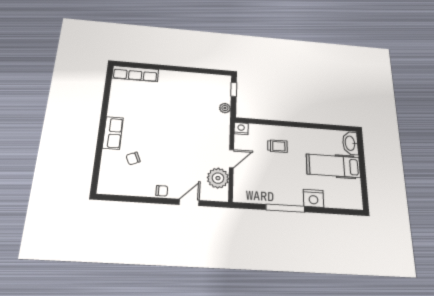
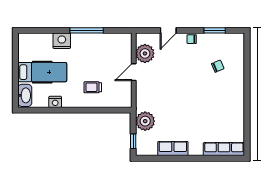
plant: (225, 108) -> (145, 121), width x1.87, depth x1.87
nightstand: (241, 128) -> (55, 102), moved
row of seats: (113, 133) -> (173, 149), moved, turned 90
window: (133, 199) -> (215, 30), added

